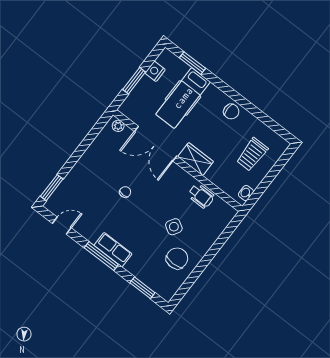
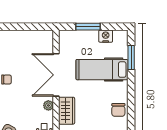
plant: (118, 126) -> (48, 105), moved

